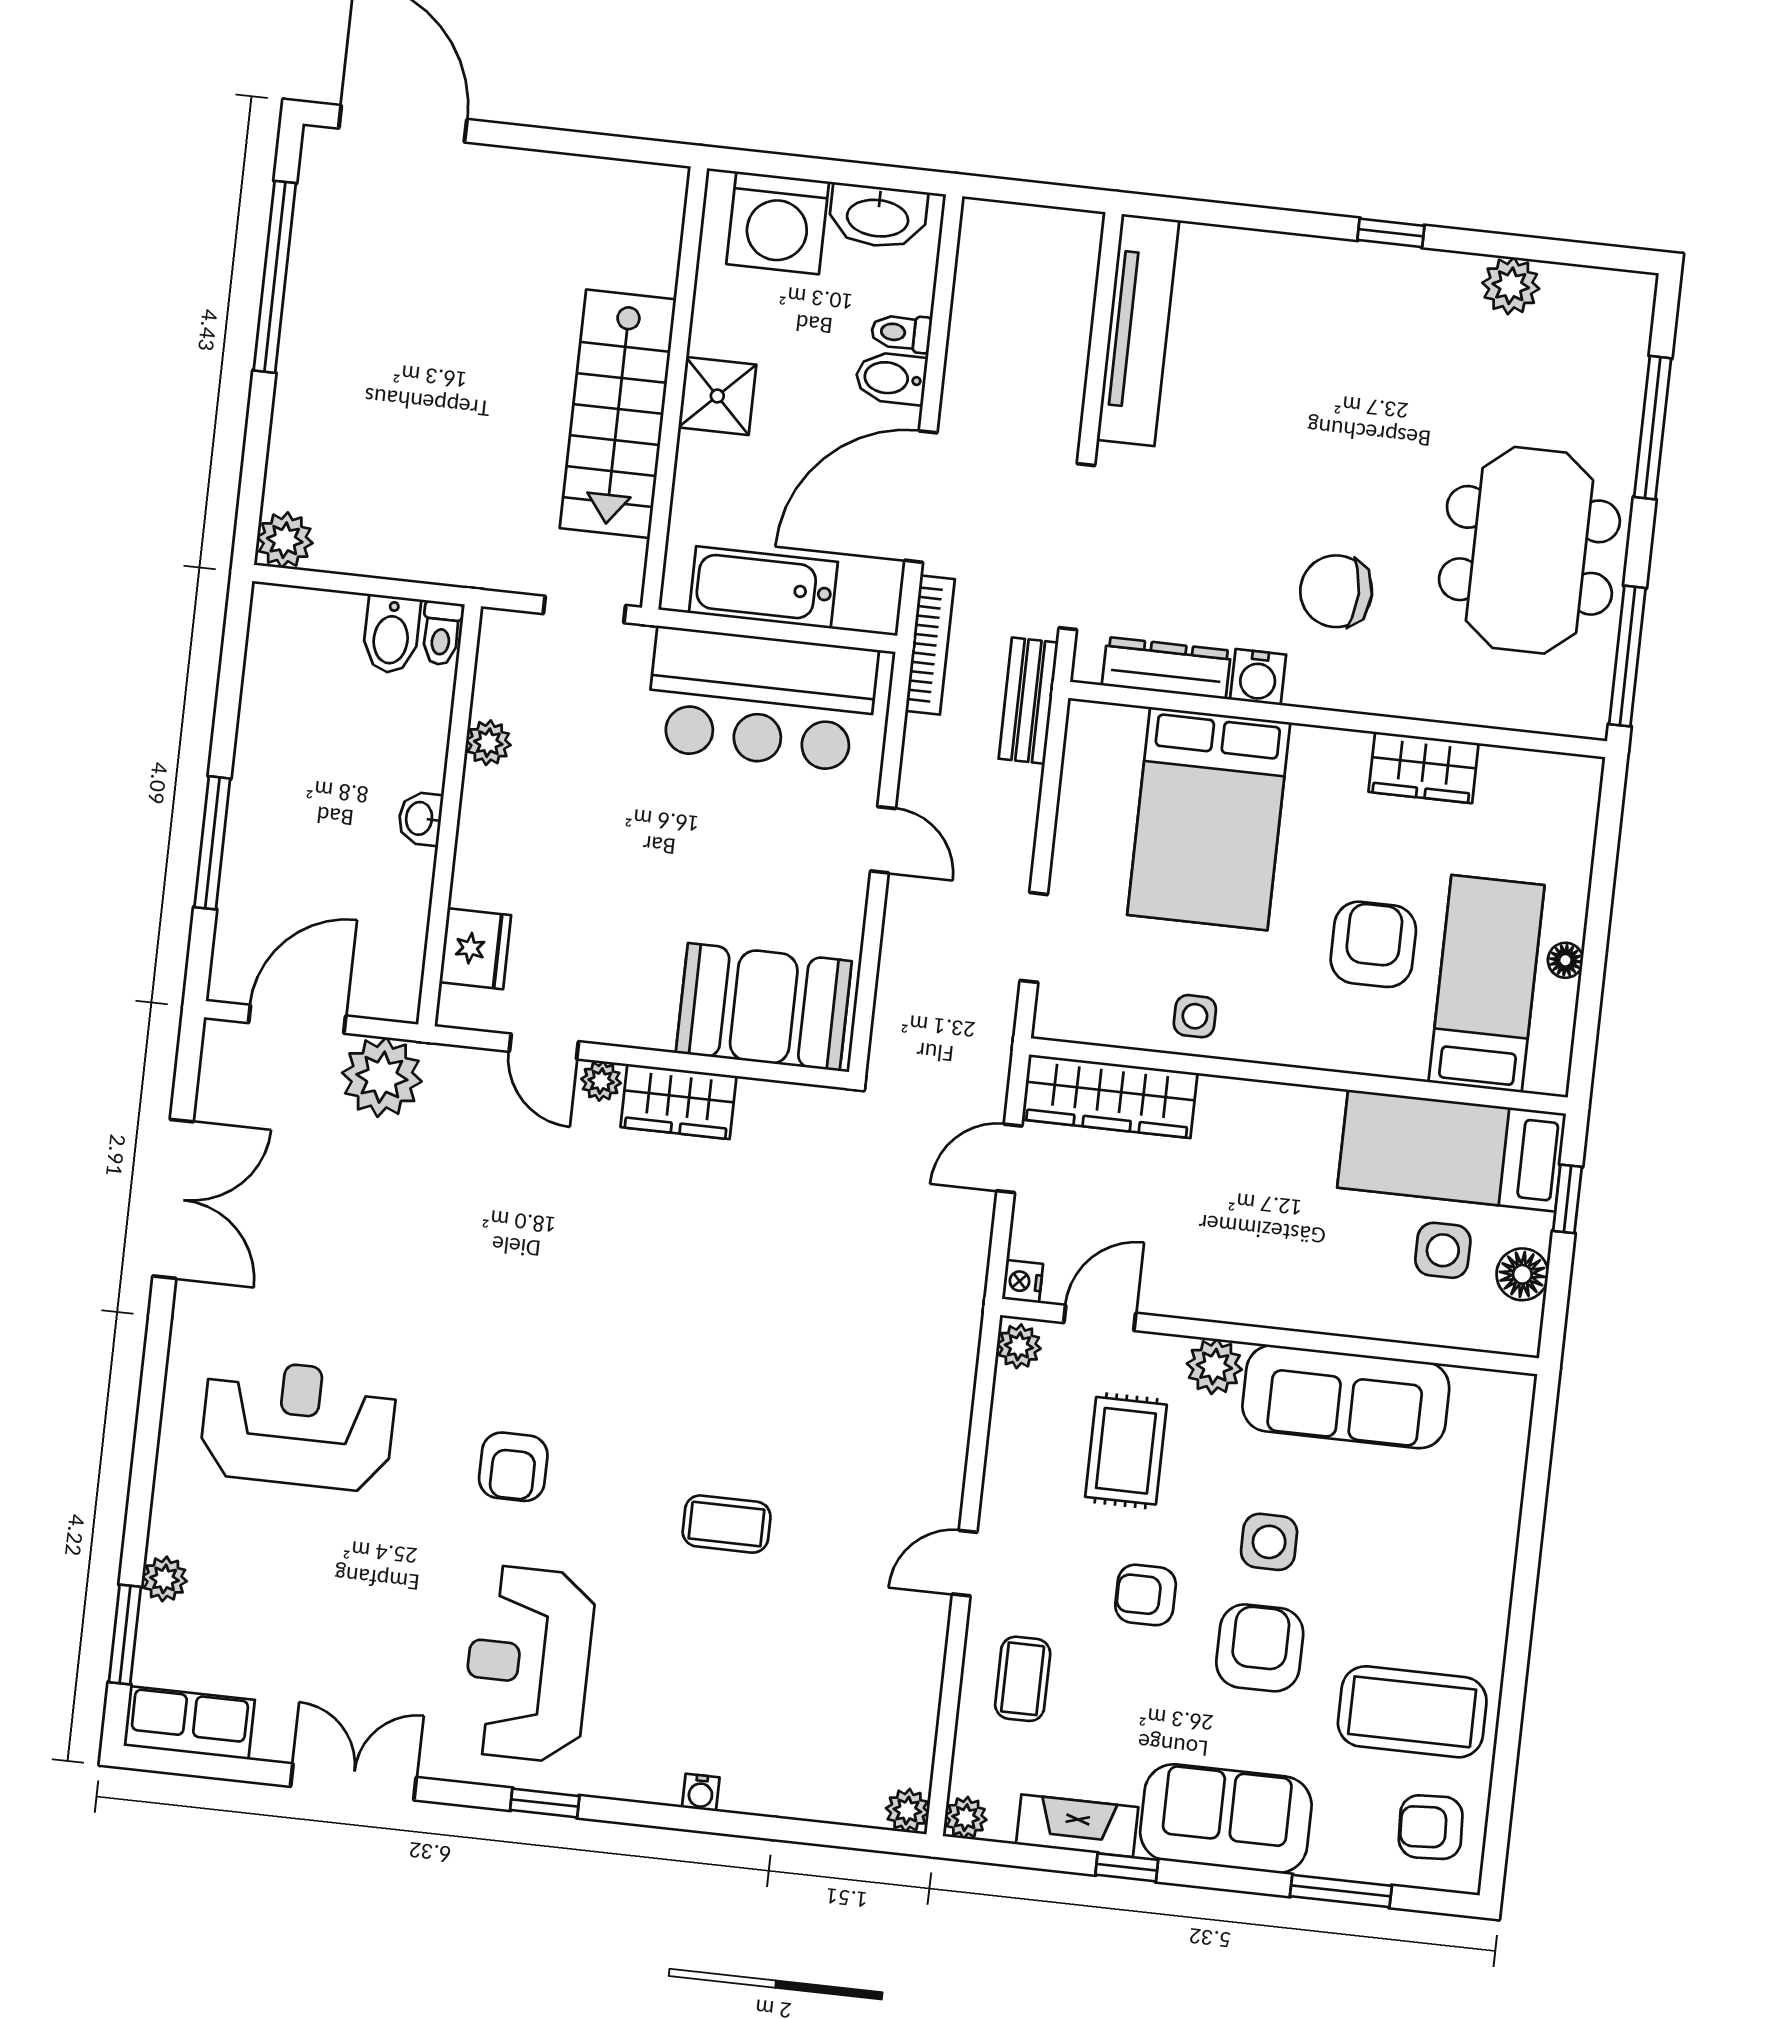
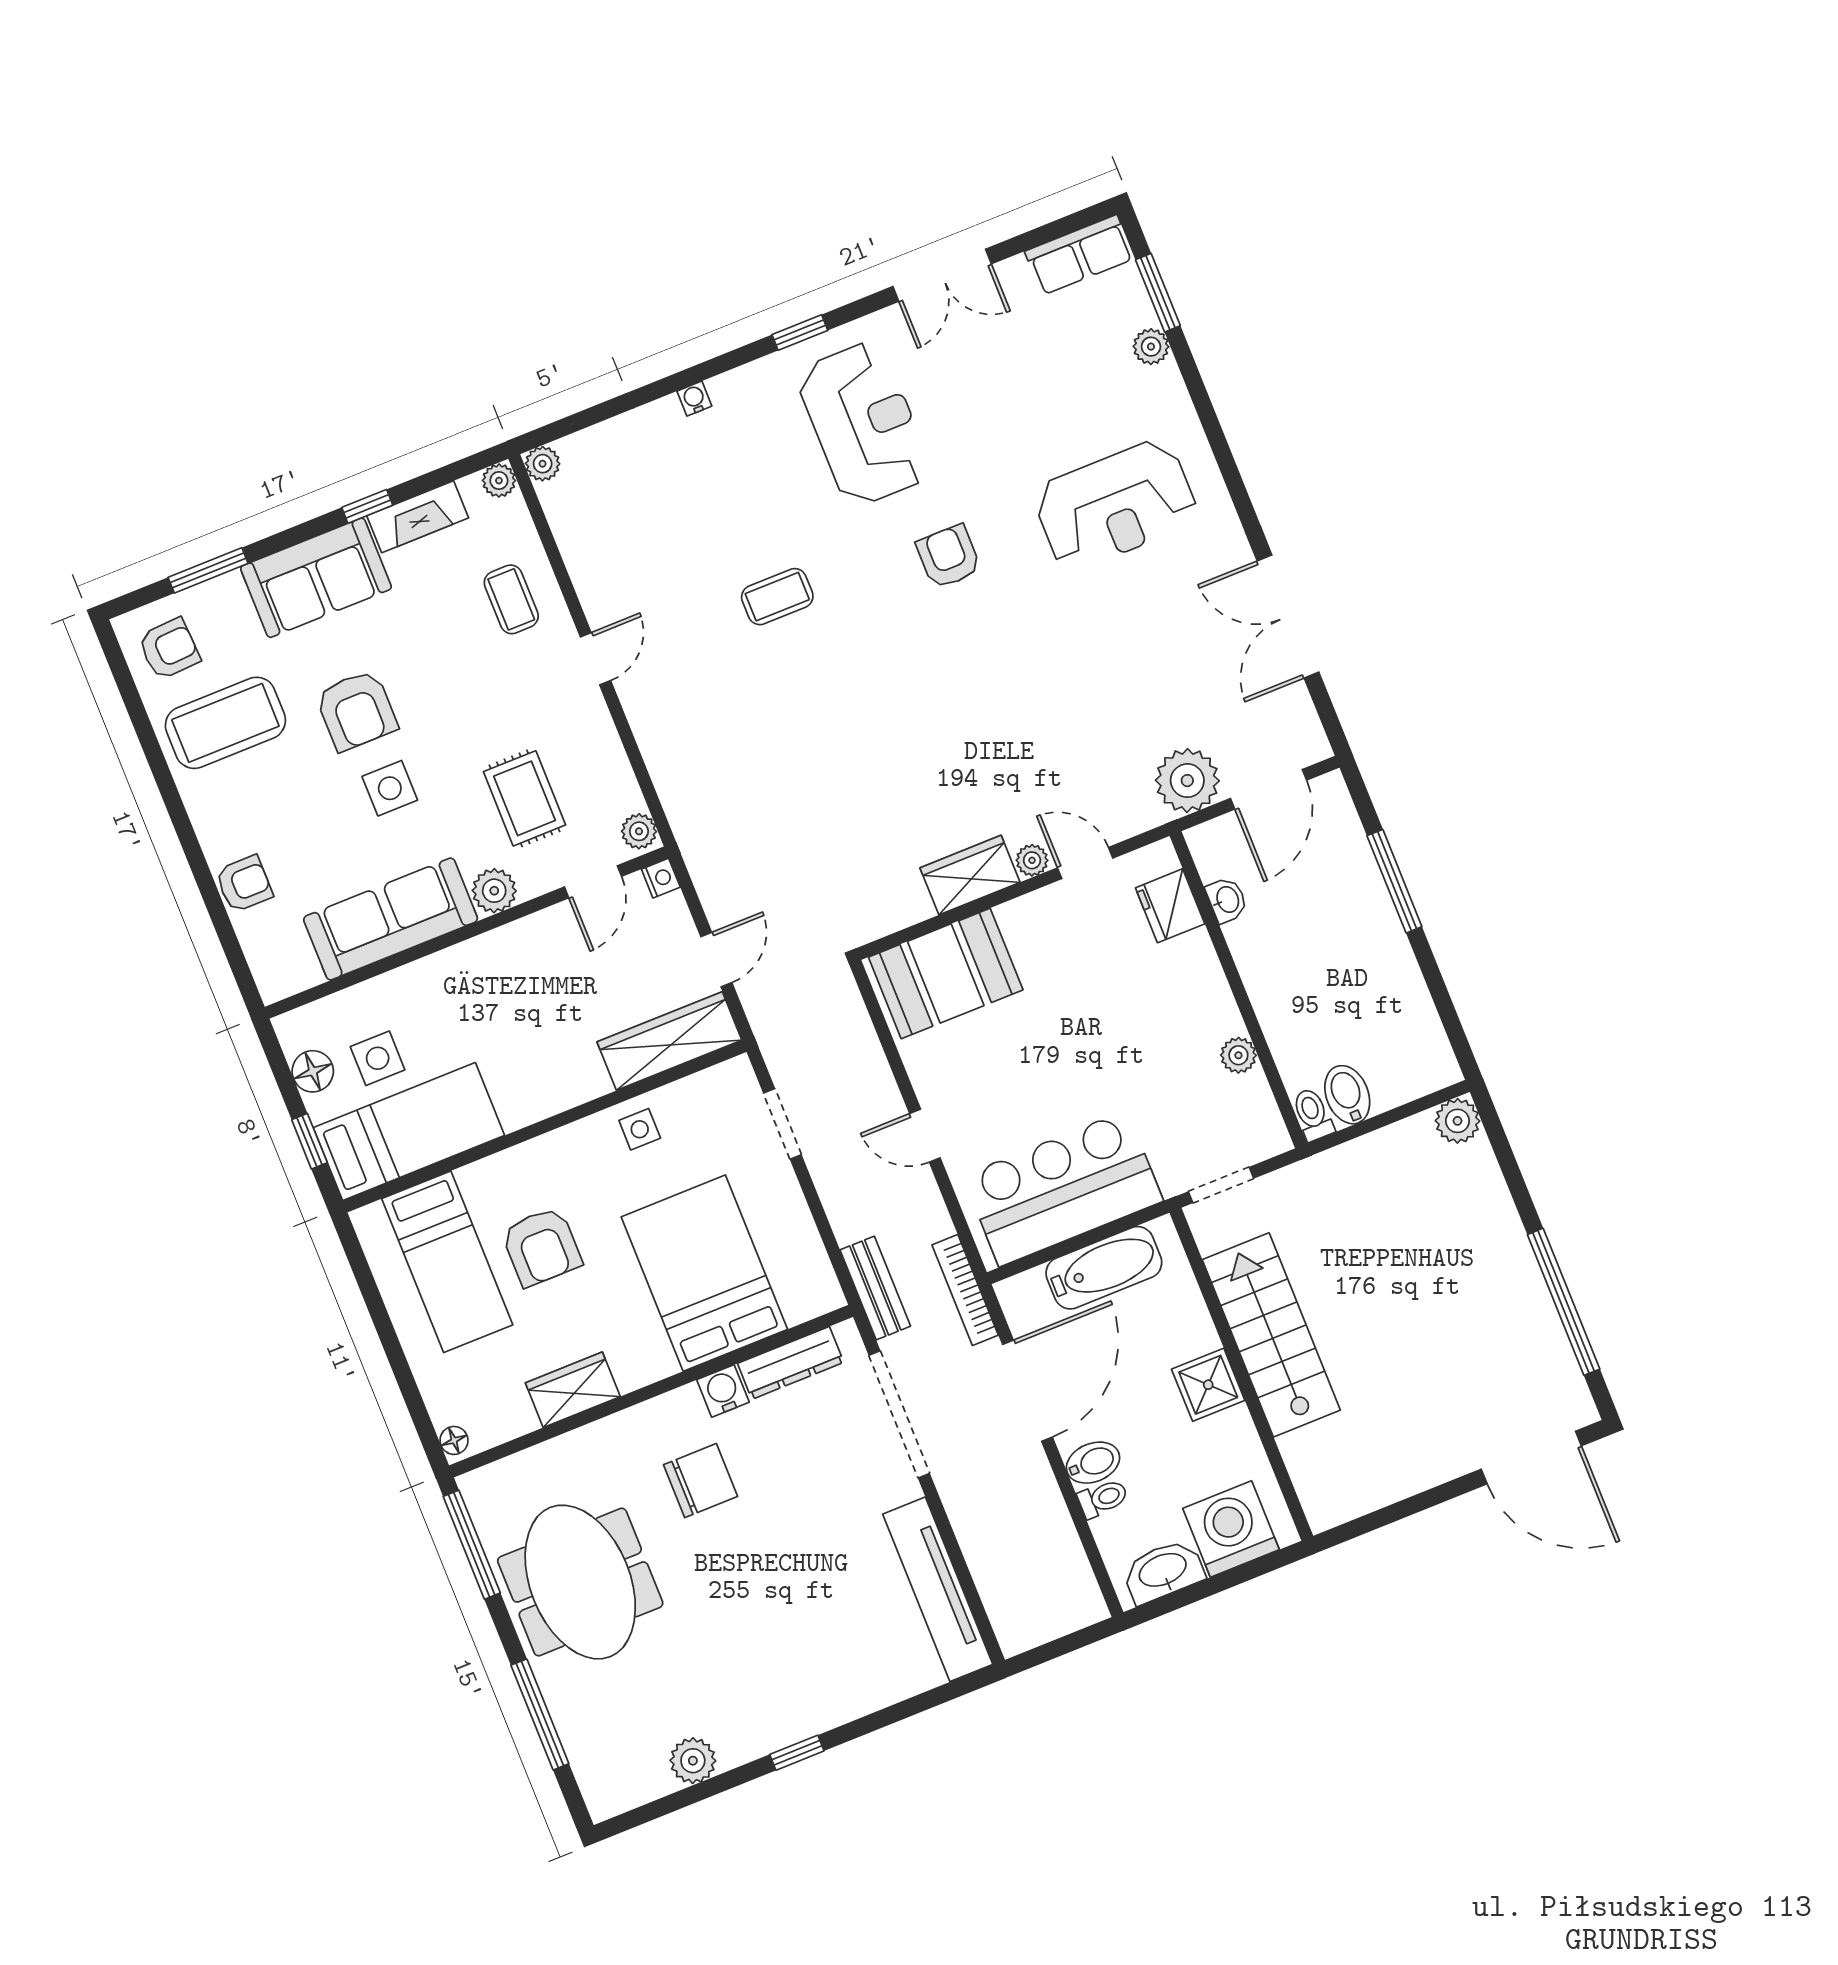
washbasin: (420, 819) -> (1227, 900), moved
floor lamp: (1565, 960) -> (454, 1440), moved
armchair: (1146, 1595) -> (244, 884), moved

